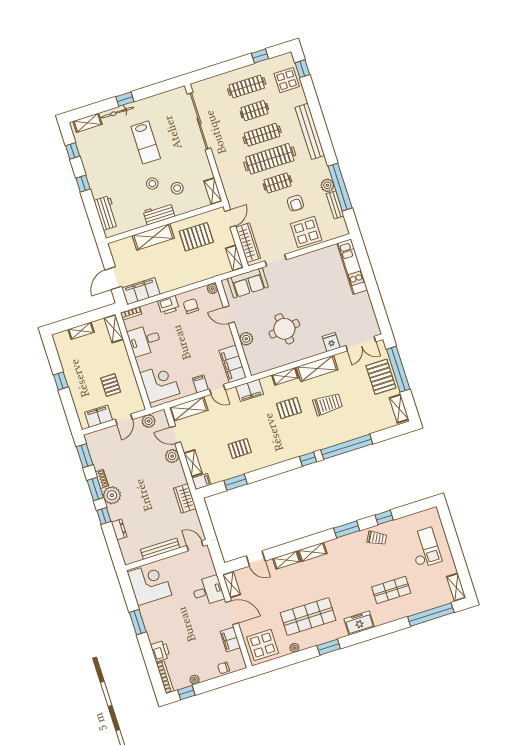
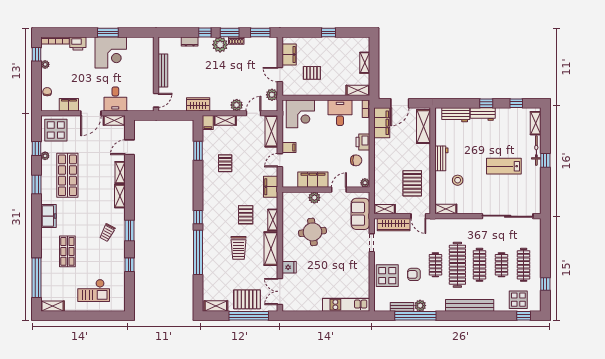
workbench: (96, 184) -> (483, 114), added
stool: (152, 184) -> (468, 161), removed
shelving: (153, 237) -> (424, 127), moved
door: (113, 278) -> (400, 103), swing flipped
filing cabinet: (233, 364) -> (313, 180), moved
trolley: (377, 538) -> (107, 233), moved
corner desk: (149, 583) -> (111, 52), moved
window: (289, 660) -> (37, 148), added

